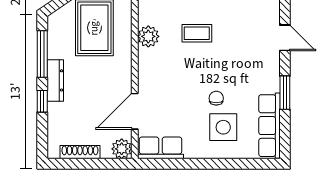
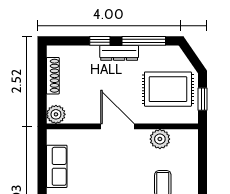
door: (135, 111) -> (117, 126), moved
row of seats: (161, 148) -> (57, 166), moved

